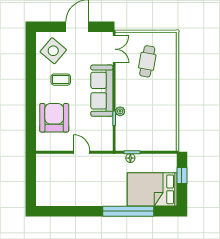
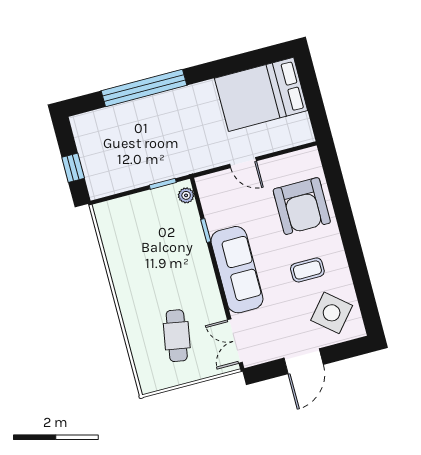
plant: (120, 111) -> (186, 195), moved
floor lamp: (130, 158) -> (163, 174), removed
bed: (152, 189) -> (261, 94), moved, turned 180

